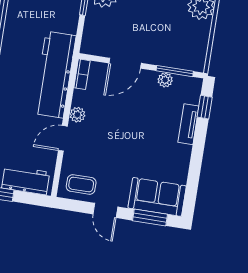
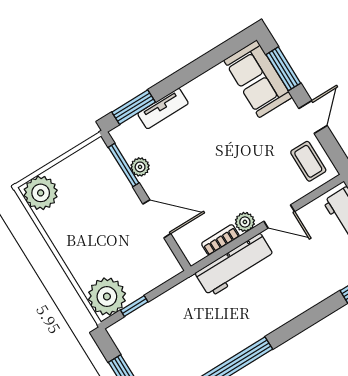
bookcase: (82, 74) -> (220, 240), moved
workbench: (55, 75) -> (235, 265), width x0.73, depth x0.76
window: (205, 107) -> (134, 107), width x1.50

